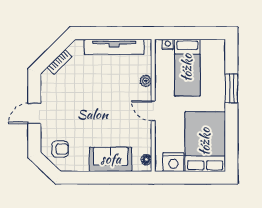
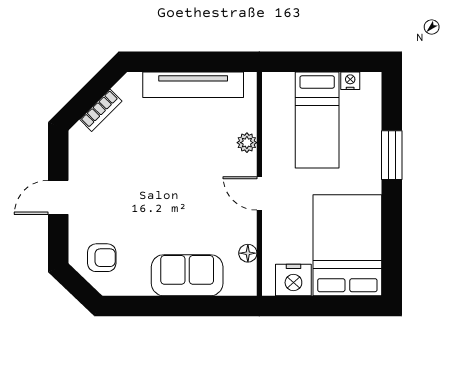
nightstand: (168, 44) -> (350, 81), moved
floor lamp: (146, 160) -> (248, 253), moved

